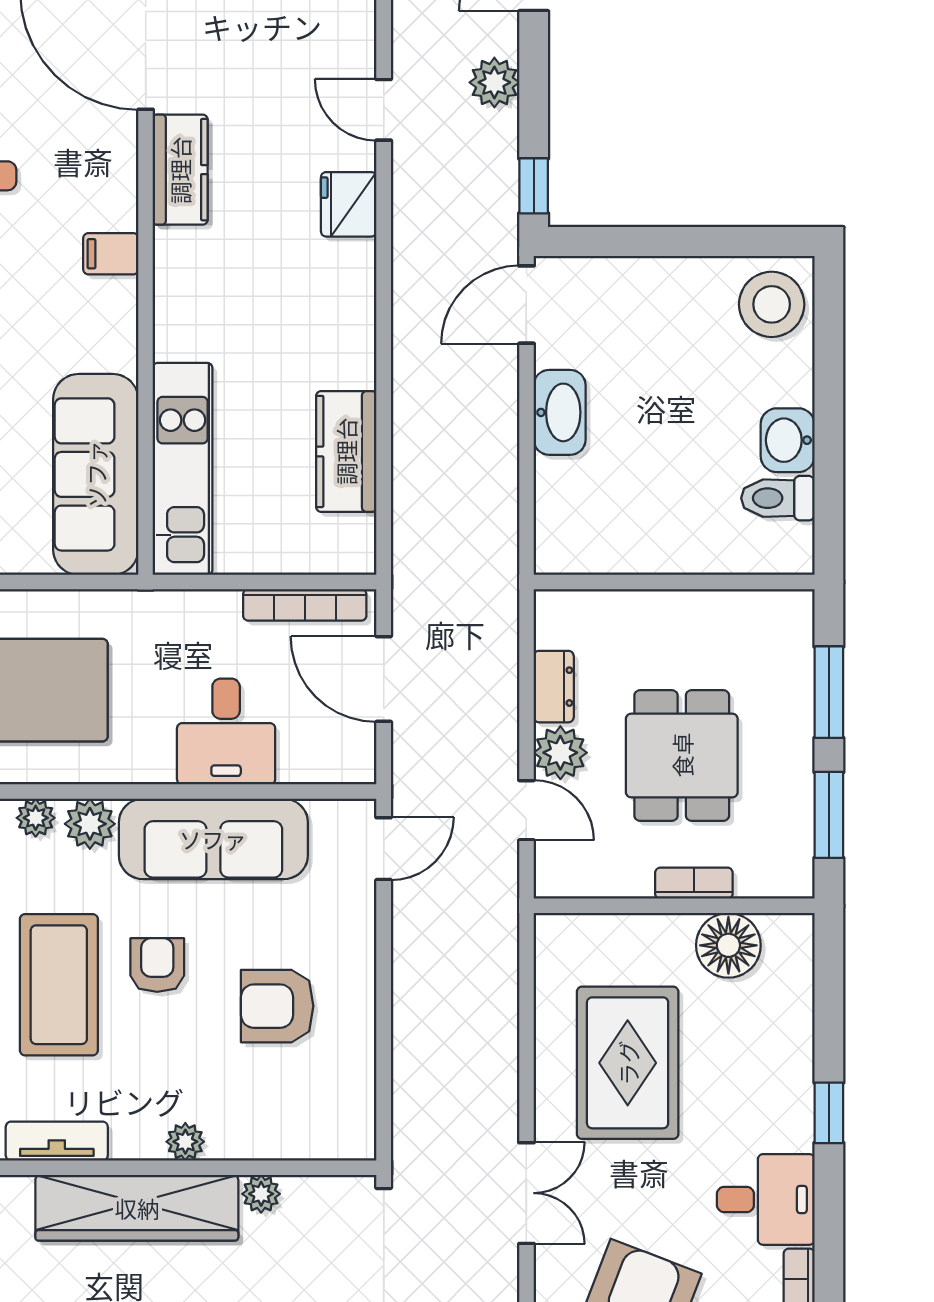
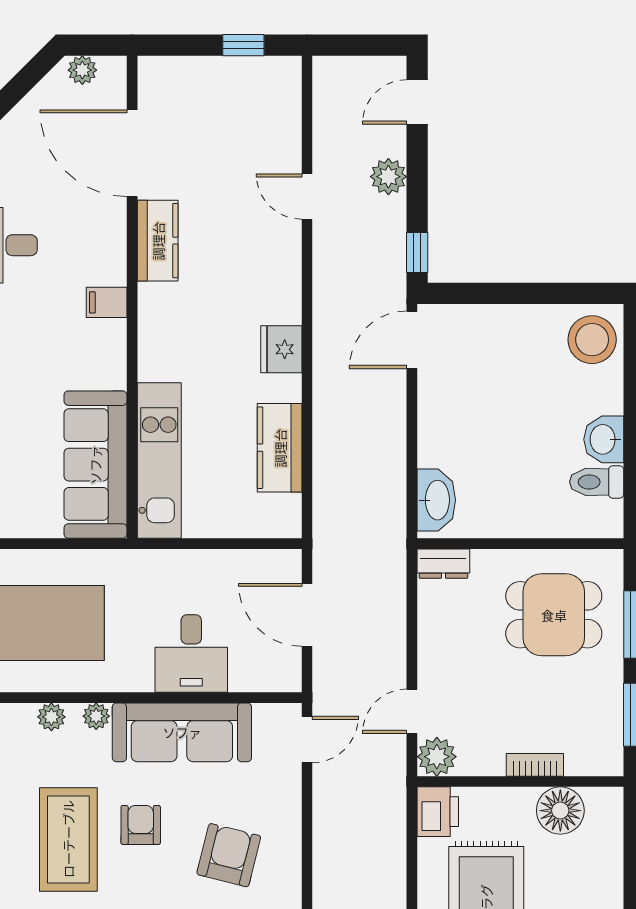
fridge: (349, 204) -> (281, 349), moved
washbasin: (560, 412) -> (436, 500), moved
bookcase: (305, 605) -> (249, 560), removed
dresser: (554, 687) -> (443, 564), moved, turned 90
plant: (560, 753) -> (437, 757), moved
dining table: (682, 755) -> (554, 615), moved, turned 90
door: (526, 810) -> (412, 711), swing flipped
plant: (90, 824) -> (96, 716), width x0.73, depth x0.73
printer: (562, 947) -> (438, 812), added
armchair: (277, 1006) -> (229, 855), turned 104

